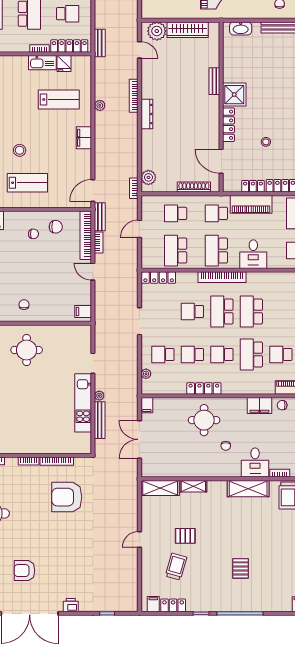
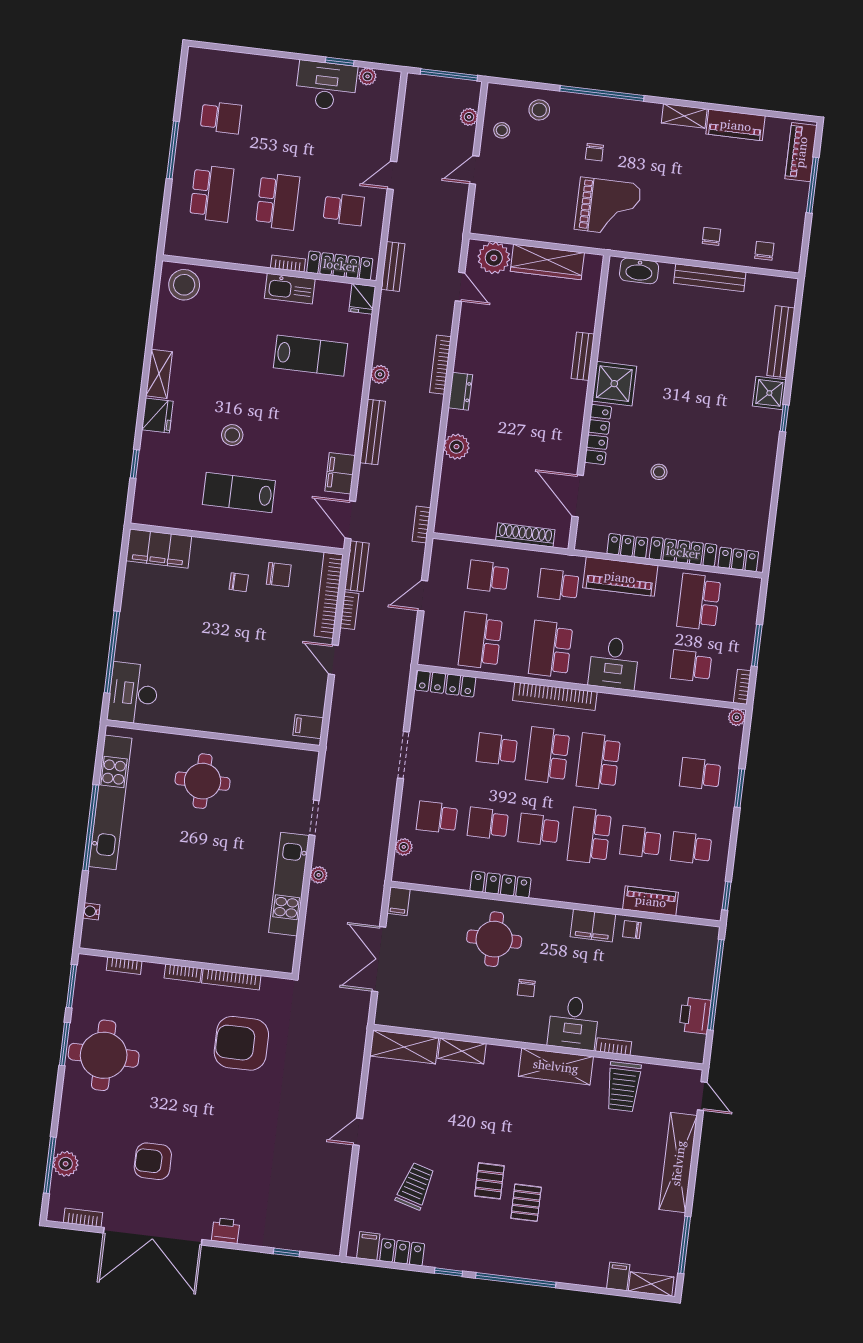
fridge: (64, 64) -> (362, 299), moved
dresser: (147, 114) -> (460, 391), width x0.70
filing cabinet: (84, 138) -> (340, 473), moved
plant: (148, 177) -> (456, 447), moved
lab bench: (27, 183) -> (239, 493), turned 180
door: (93, 191) -> (350, 520), hinge flipped
chair: (24, 305) -> (208, 702), removed
bench: (100, 420) -> (373, 432), moved
pallet: (185, 536) -> (489, 1181), moved, turned 90

